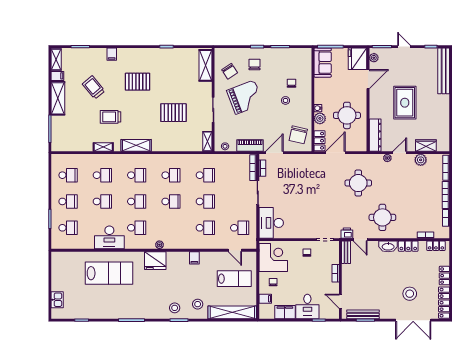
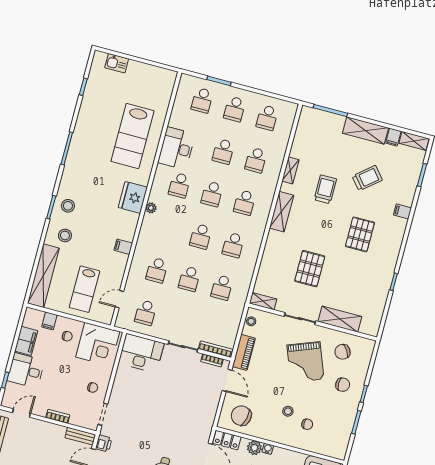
shelving: (206, 65) -> (340, 319), moved

